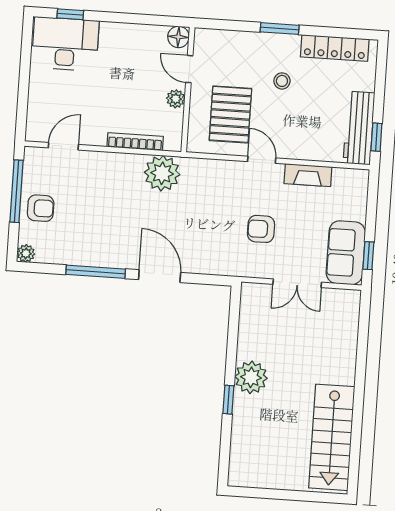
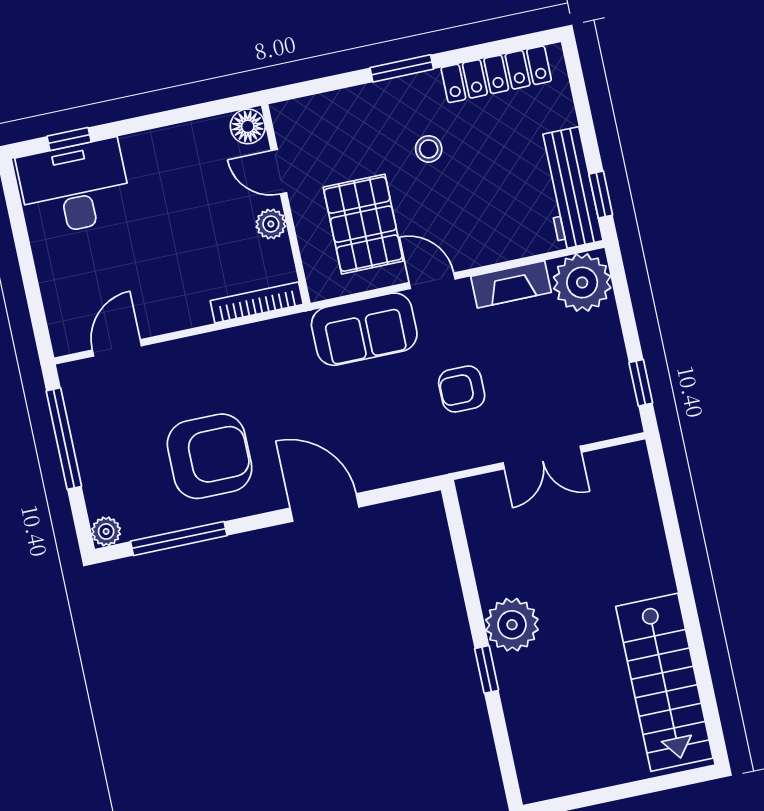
bookcase: (135, 142) -> (257, 302), moved
plant: (162, 173) -> (582, 283), moved
armchair: (41, 208) -> (210, 456), moved, width x1.88, depth x1.88
sofa: (346, 253) -> (364, 329), moved, turned -90
window: (96, 272) -> (179, 538), moved

